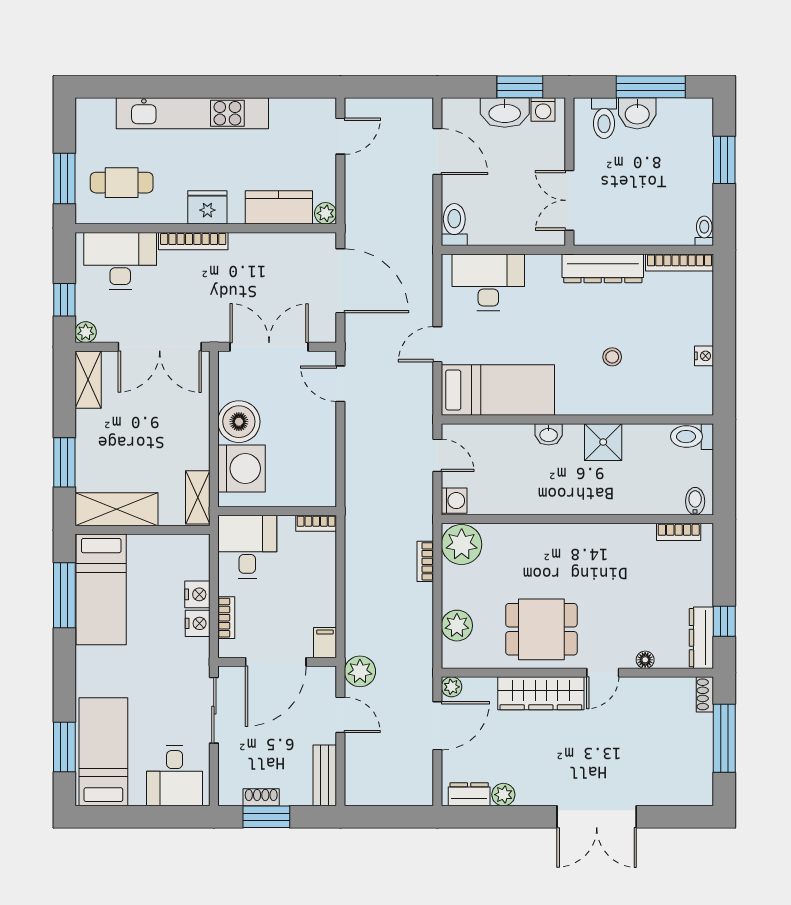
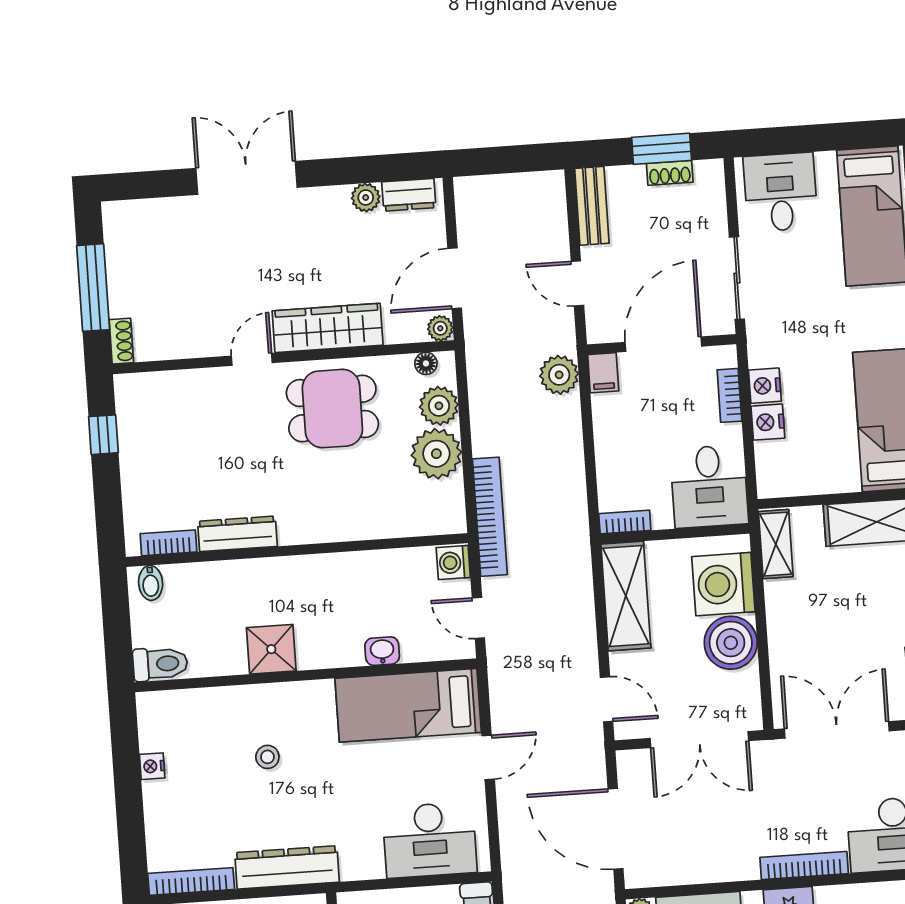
washbasin: (549, 434) -> (382, 651), moved
shelving: (319, 465) -> (626, 596), added
plant: (462, 544) -> (436, 454), moved
bookcase: (425, 561) -> (490, 517), width x2.31, depth x1.31
dresser: (701, 638) -> (237, 534), moved, turned -90
floor lamp: (645, 660) -> (426, 363), moved
plant: (360, 671) -> (559, 375), moved

